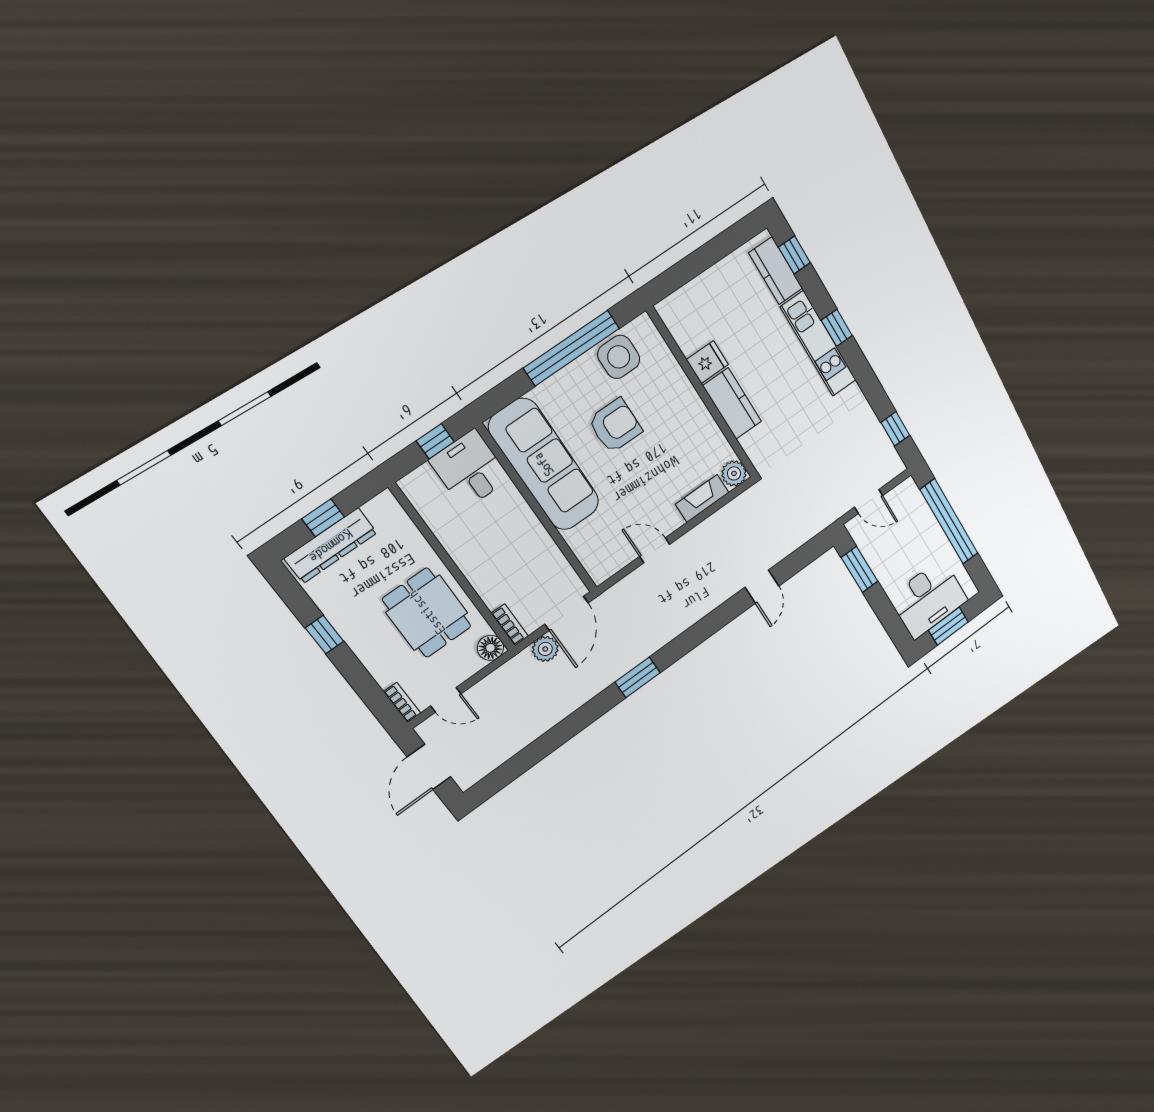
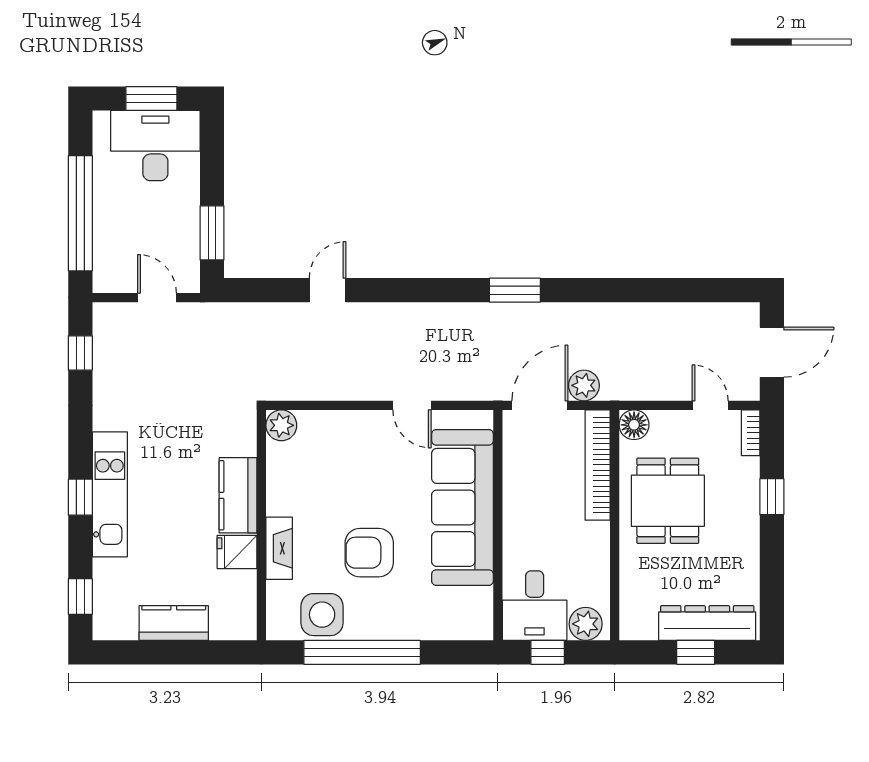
kitchen counter: (776, 271) -> (174, 623), moved, turned -90
sofa: (544, 465) -> (462, 507), moved
plant: (422, 482) -> (586, 624), added
fireplace: (702, 498) -> (279, 548), moved, turned -90
bookcase: (510, 625) -> (598, 465), width x2.31, depth x1.31
window: (324, 635) -> (772, 497), moved

